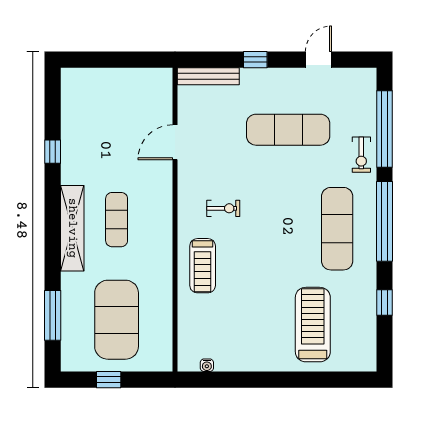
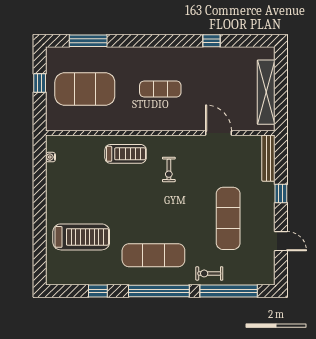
shelving: (72, 228) -> (266, 92), moved, turned 90
treadmill: (203, 266) -> (126, 154), turned 180

